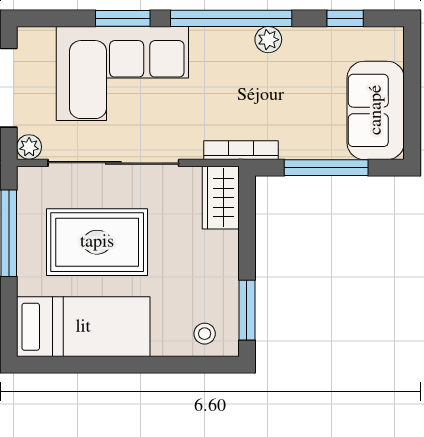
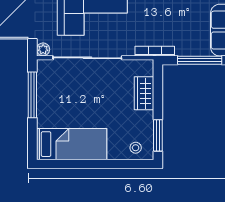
wardrobe: (221, 198) -> (144, 93), moved
rug: (97, 242) -> (79, 100), removed

